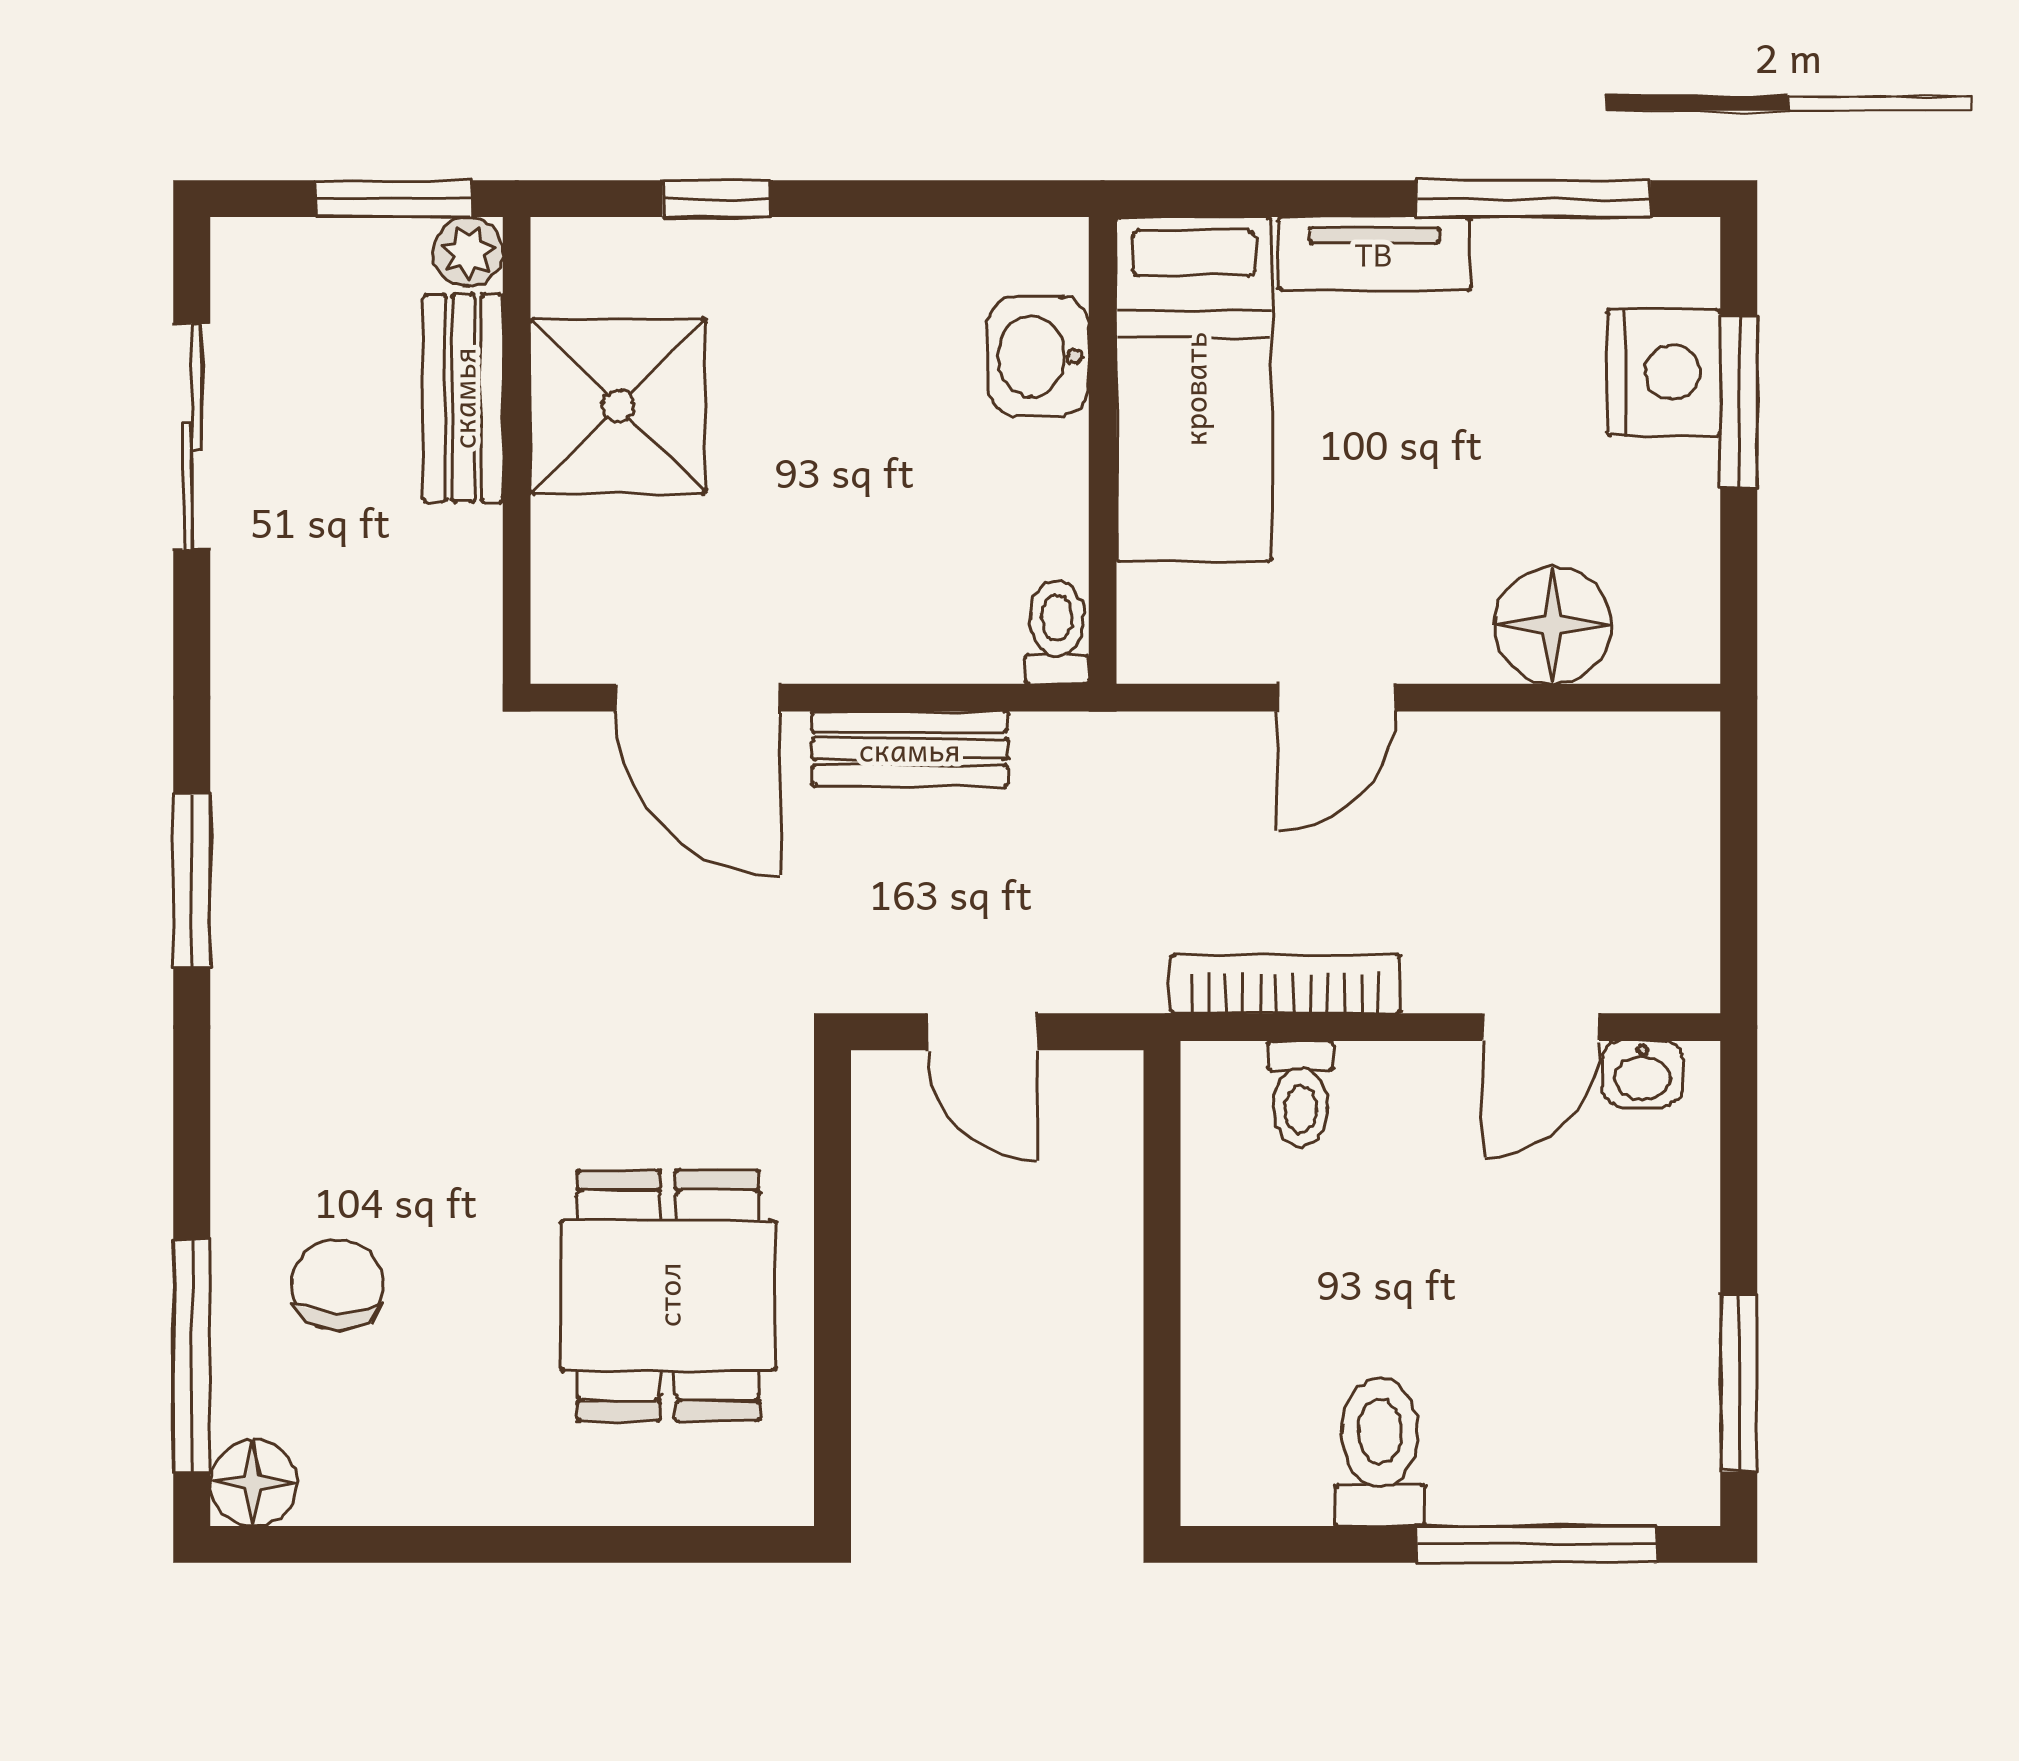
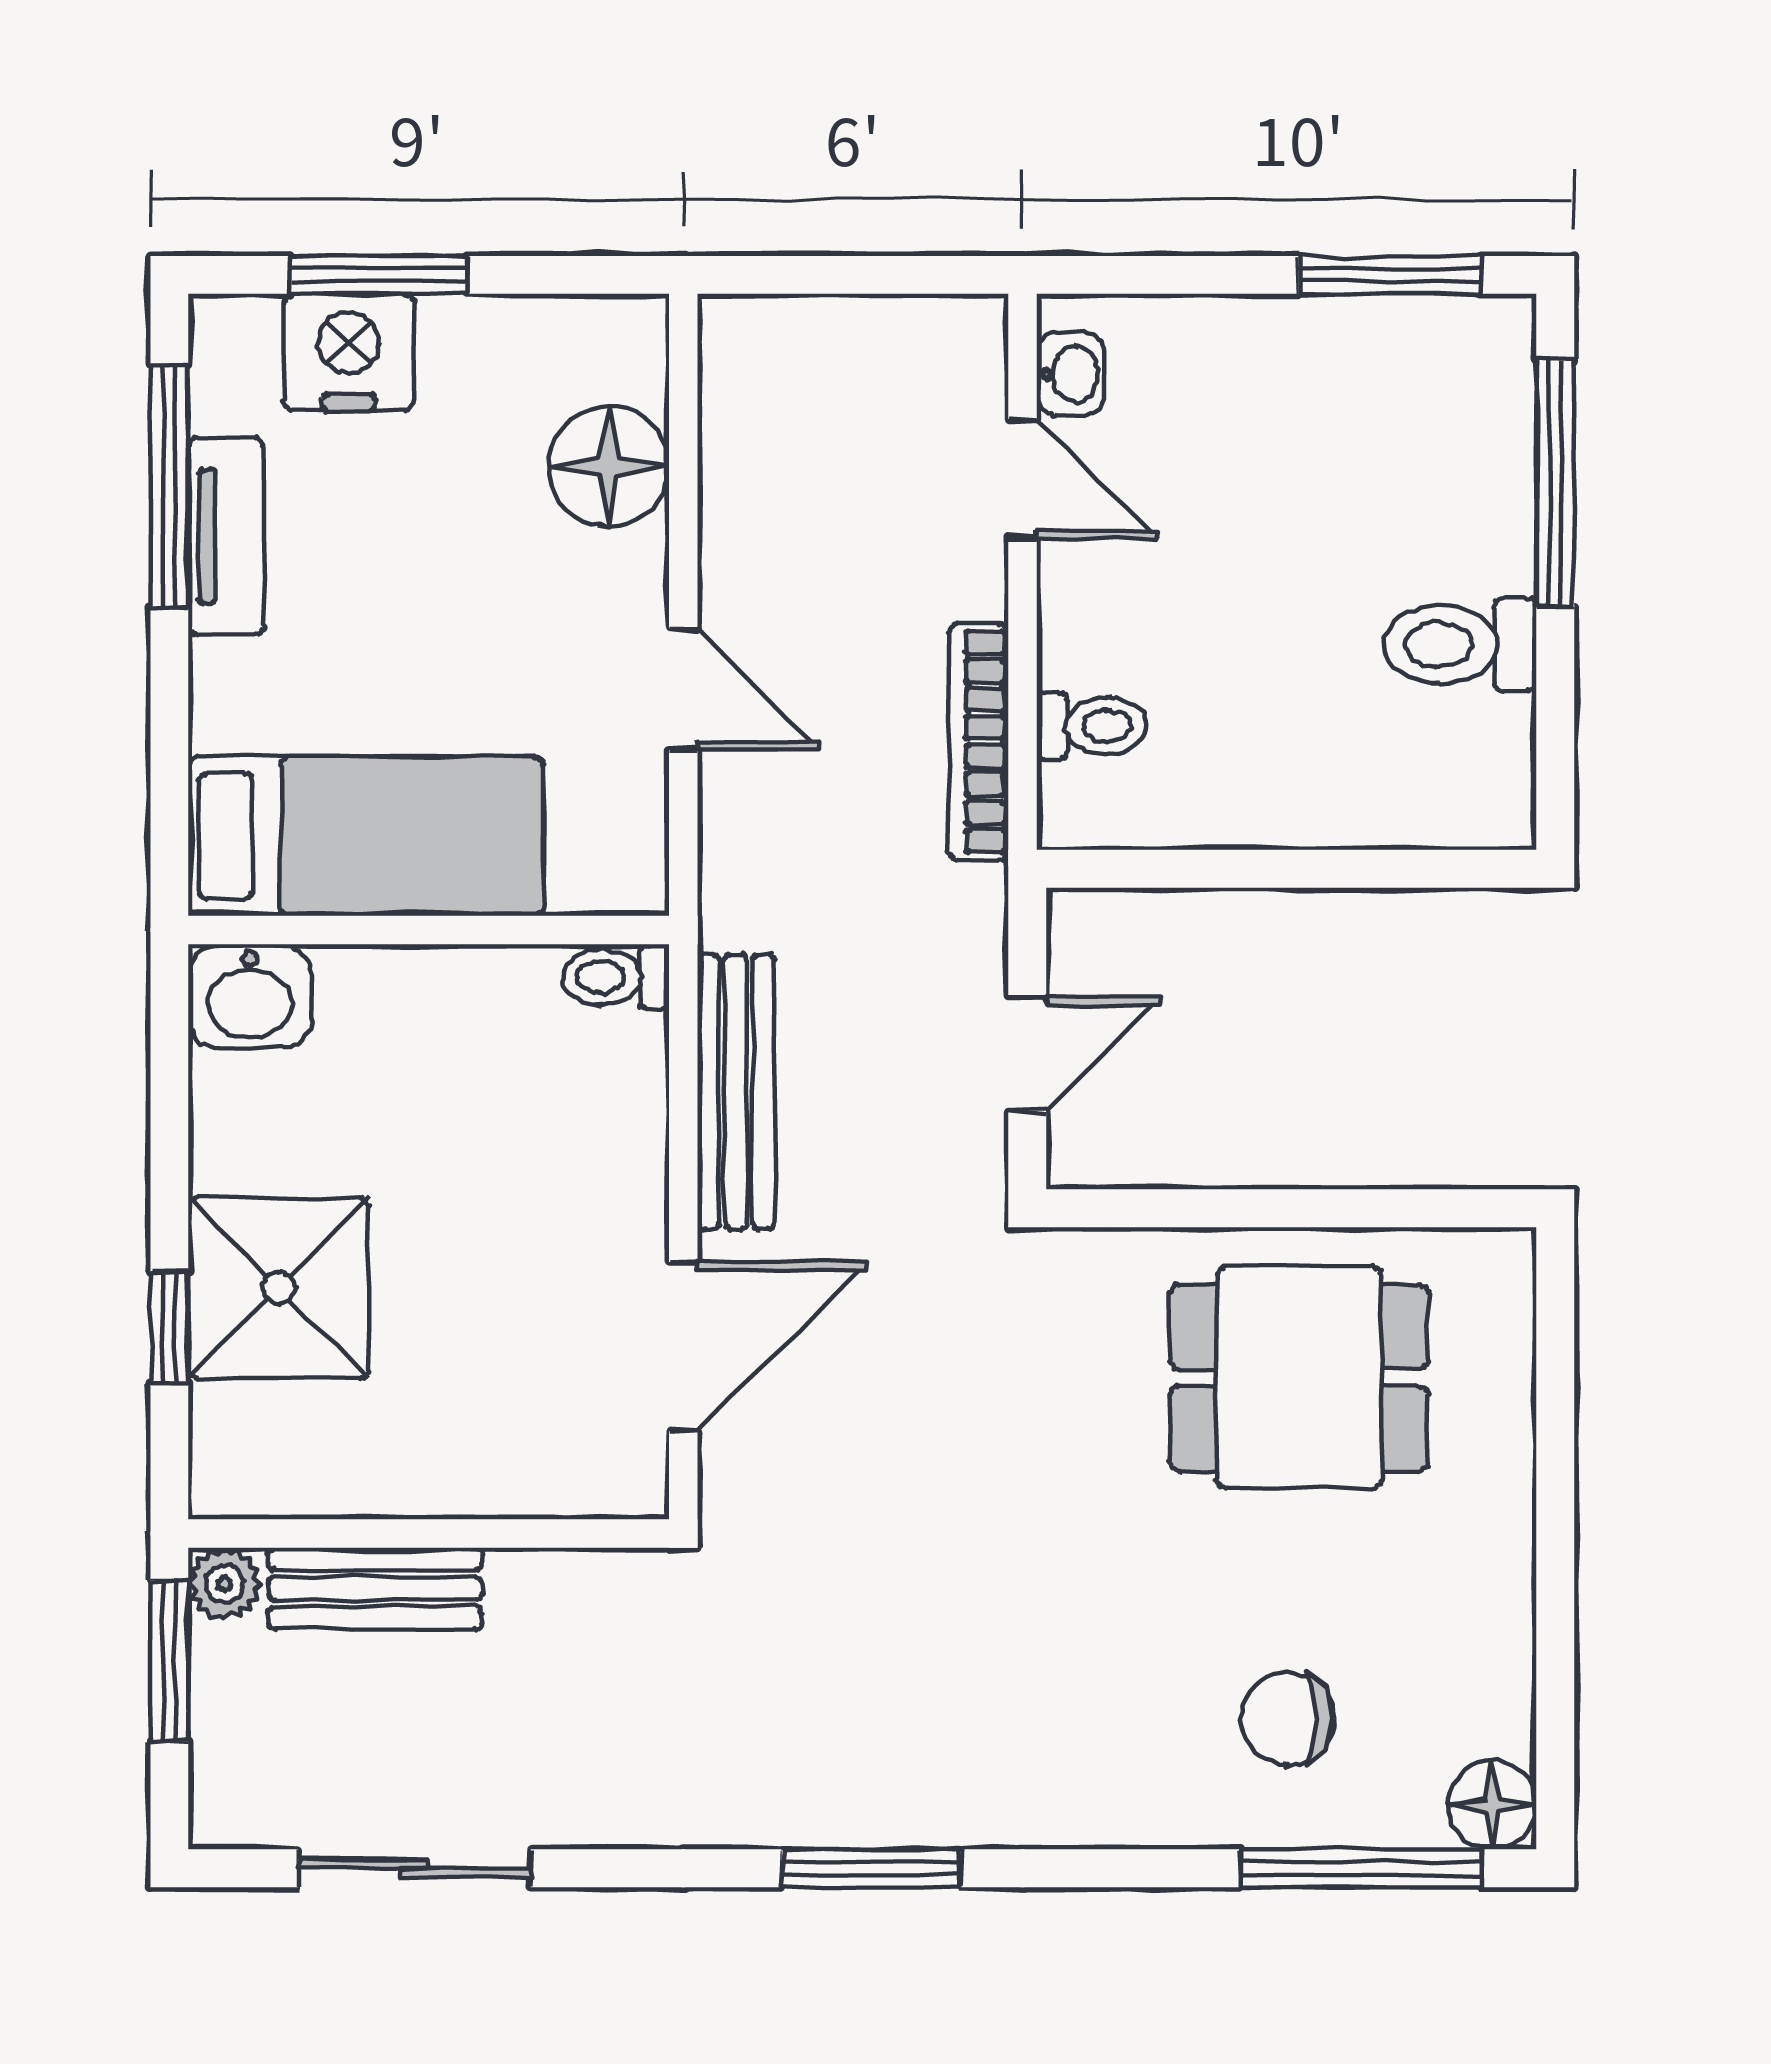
tv unit: (1374, 254) -> (226, 536), moved
washbasin: (1038, 356) -> (250, 997), moved
shower: (618, 406) -> (278, 1288), moved
bench: (910, 749) -> (736, 1092), width x1.36

